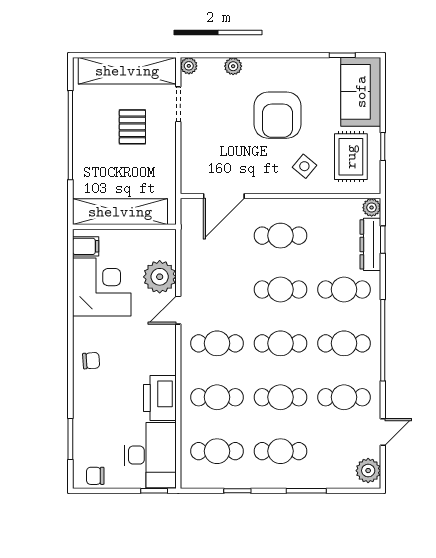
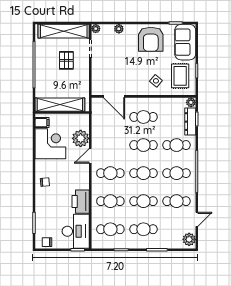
armchair: (278, 115) -> (151, 39), moved
door: (224, 196) -> (114, 96), hinge flipped

